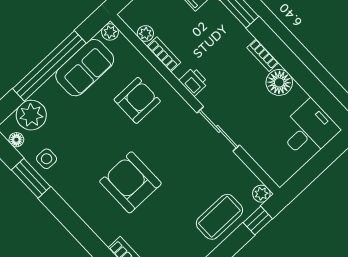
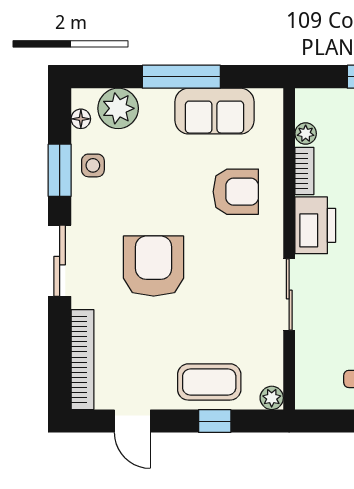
plant: (110, 32) -> (272, 99), removed
window: (49, 66) -> (181, 77), width x0.68
printer: (194, 82) -> (315, 225), width x1.87, depth x1.48
window: (258, 221) -> (215, 421), moved
sliding door: (77, 227) -> (60, 261), added

